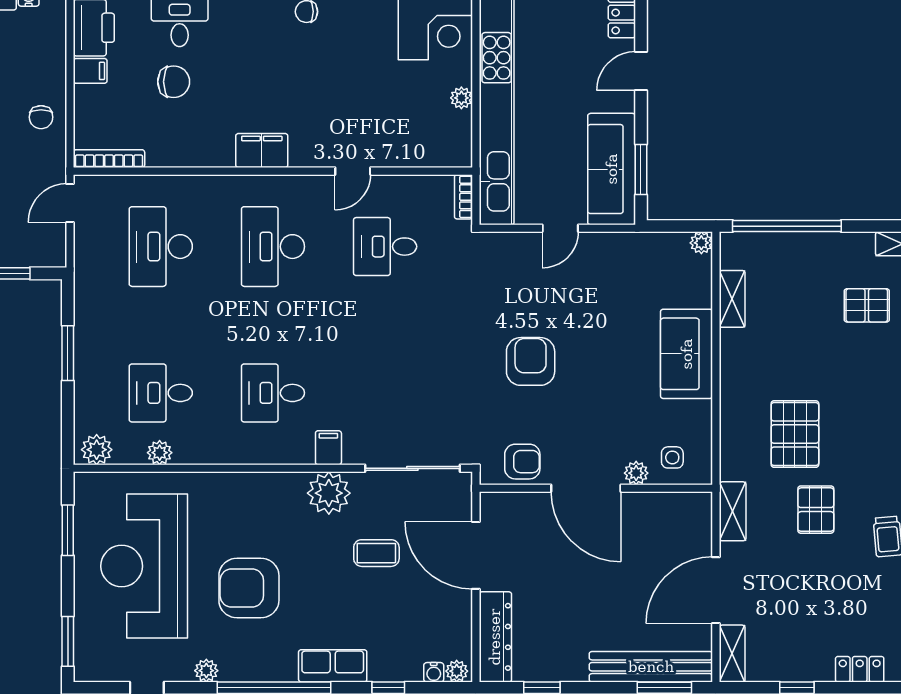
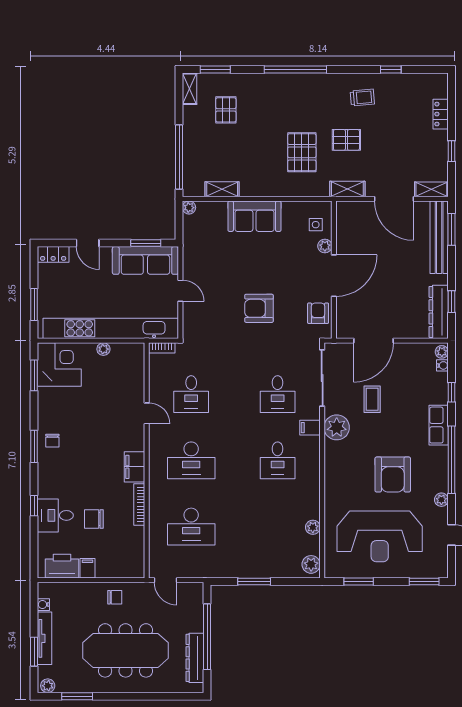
chair: (174, 82) -> (94, 519), turned -90
bookcase: (109, 159) -> (139, 505), moved
desk: (161, 393) -> (278, 394), moved
pallet: (795, 434) -> (302, 152), turned 90
dresser: (495, 637) -> (439, 312), moved, turned -90

